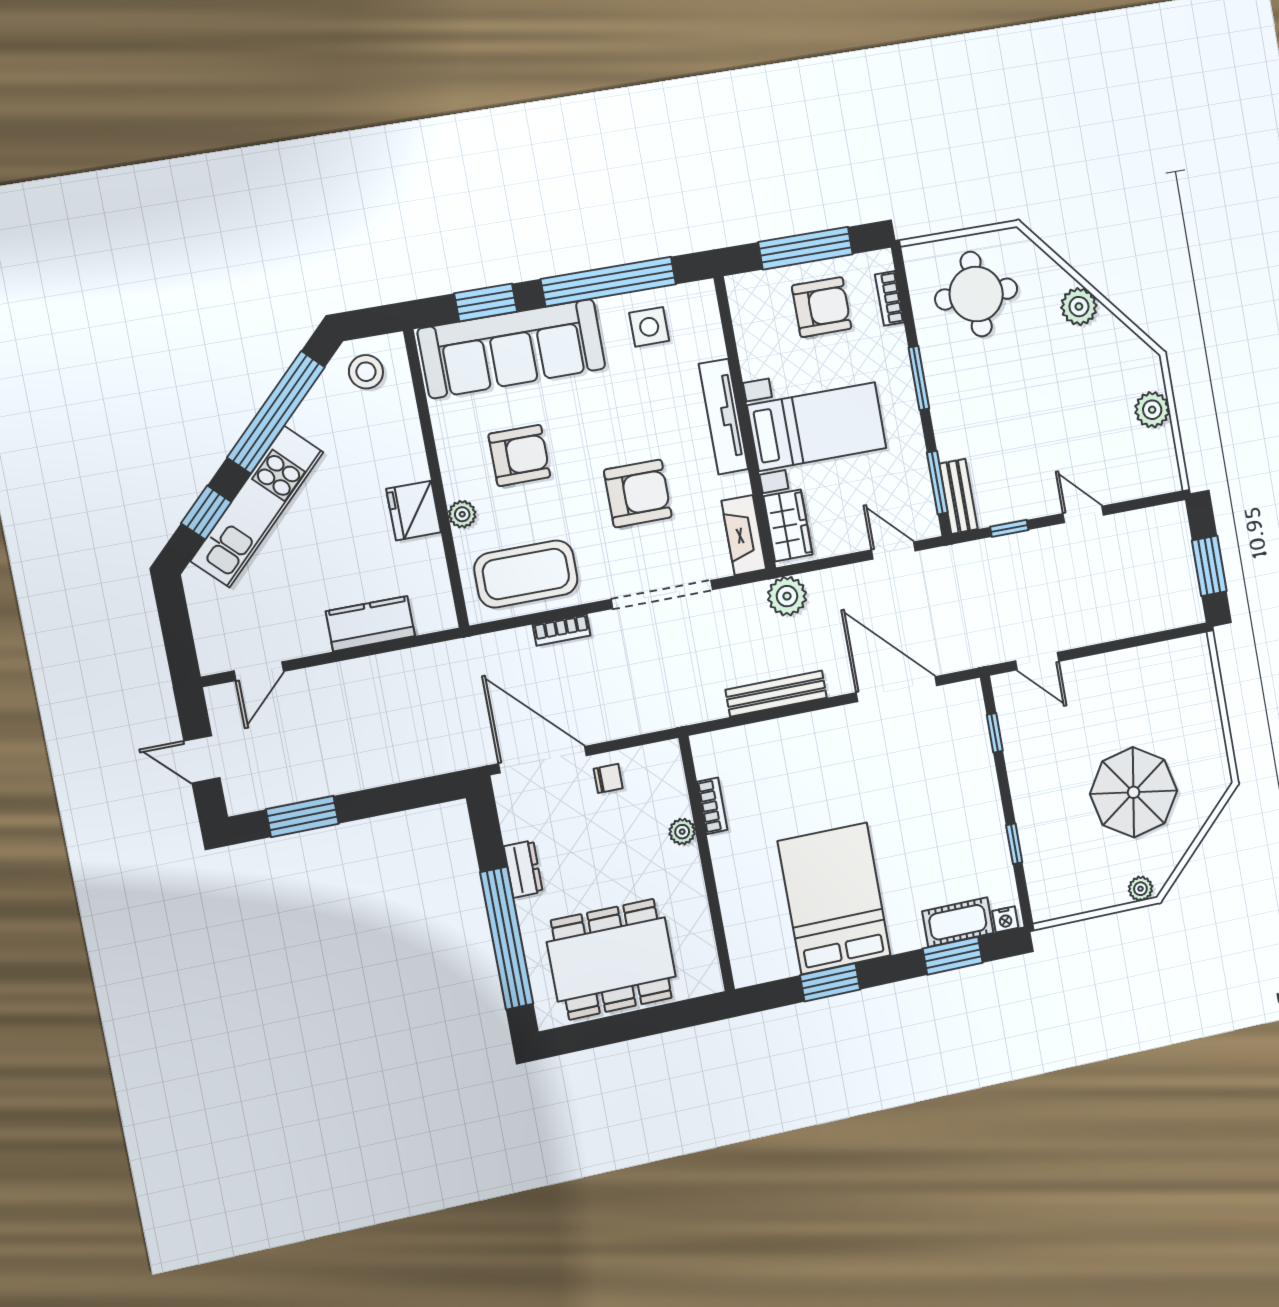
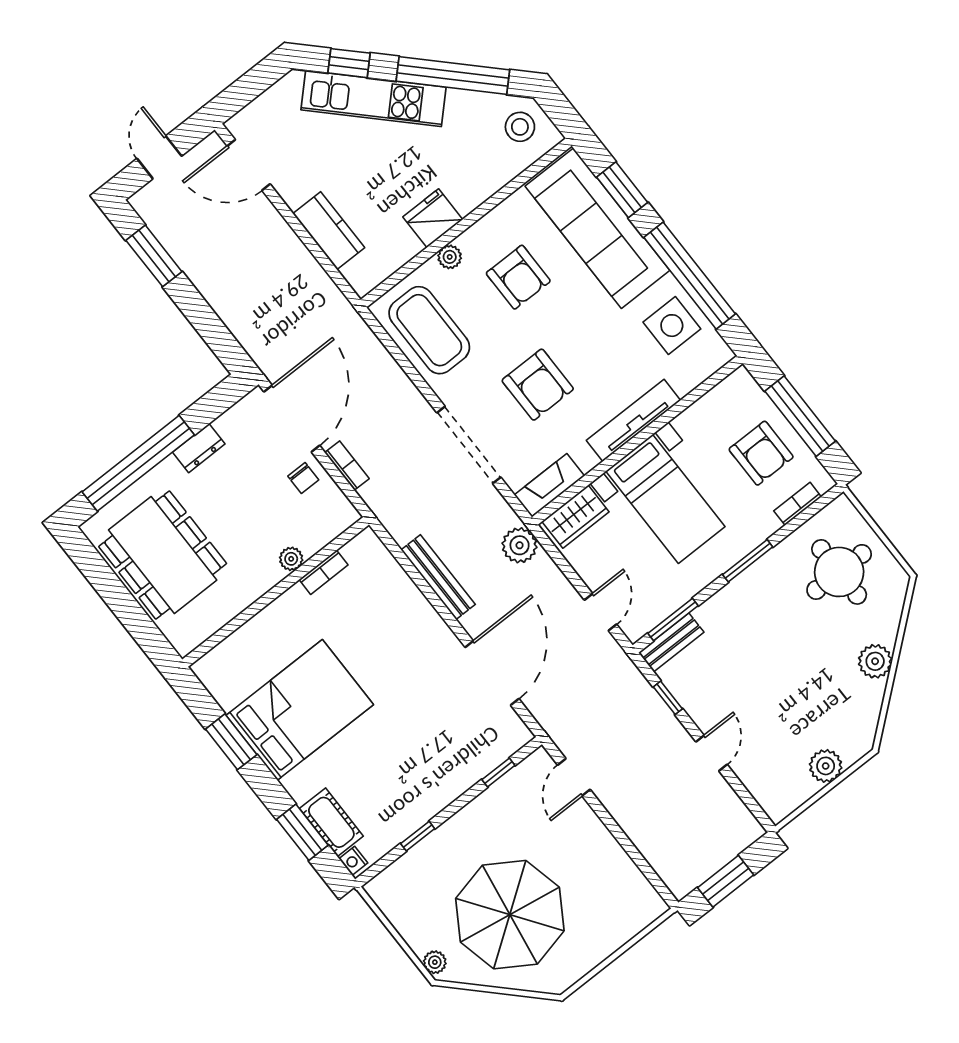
side table: (649, 327) -> (672, 326), width x1.37, depth x1.37
bookcase: (562, 630) -> (347, 466), moved, turned 180
door: (259, 671) -> (249, 165), width x1.38
parasol: (1134, 792) -> (510, 915), width x1.36, depth x1.36

